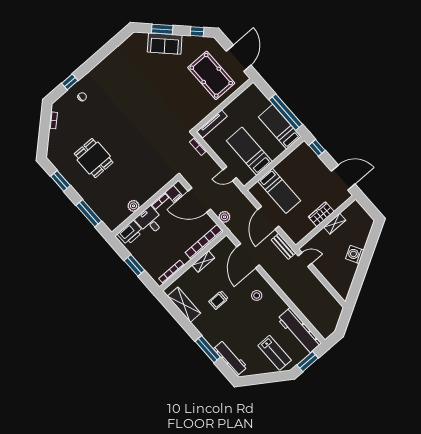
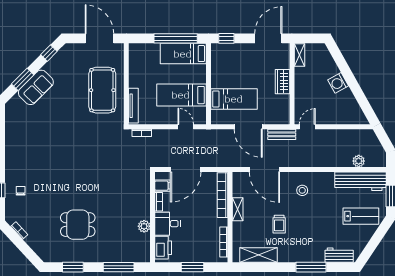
pool table: (211, 75) -> (102, 90), moved, turned 90
door: (230, 174) -> (186, 127), swing flipped
plant: (224, 217) -> (359, 161), moved
shelving: (335, 224) -> (299, 55), moved
workbench: (230, 358) -> (339, 255), width x0.73

